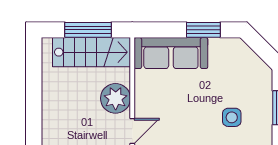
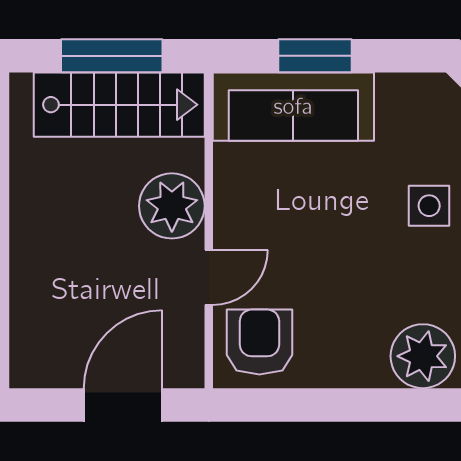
window: (203, 30) -> (315, 56), moved
side table: (232, 117) -> (429, 206), moved

